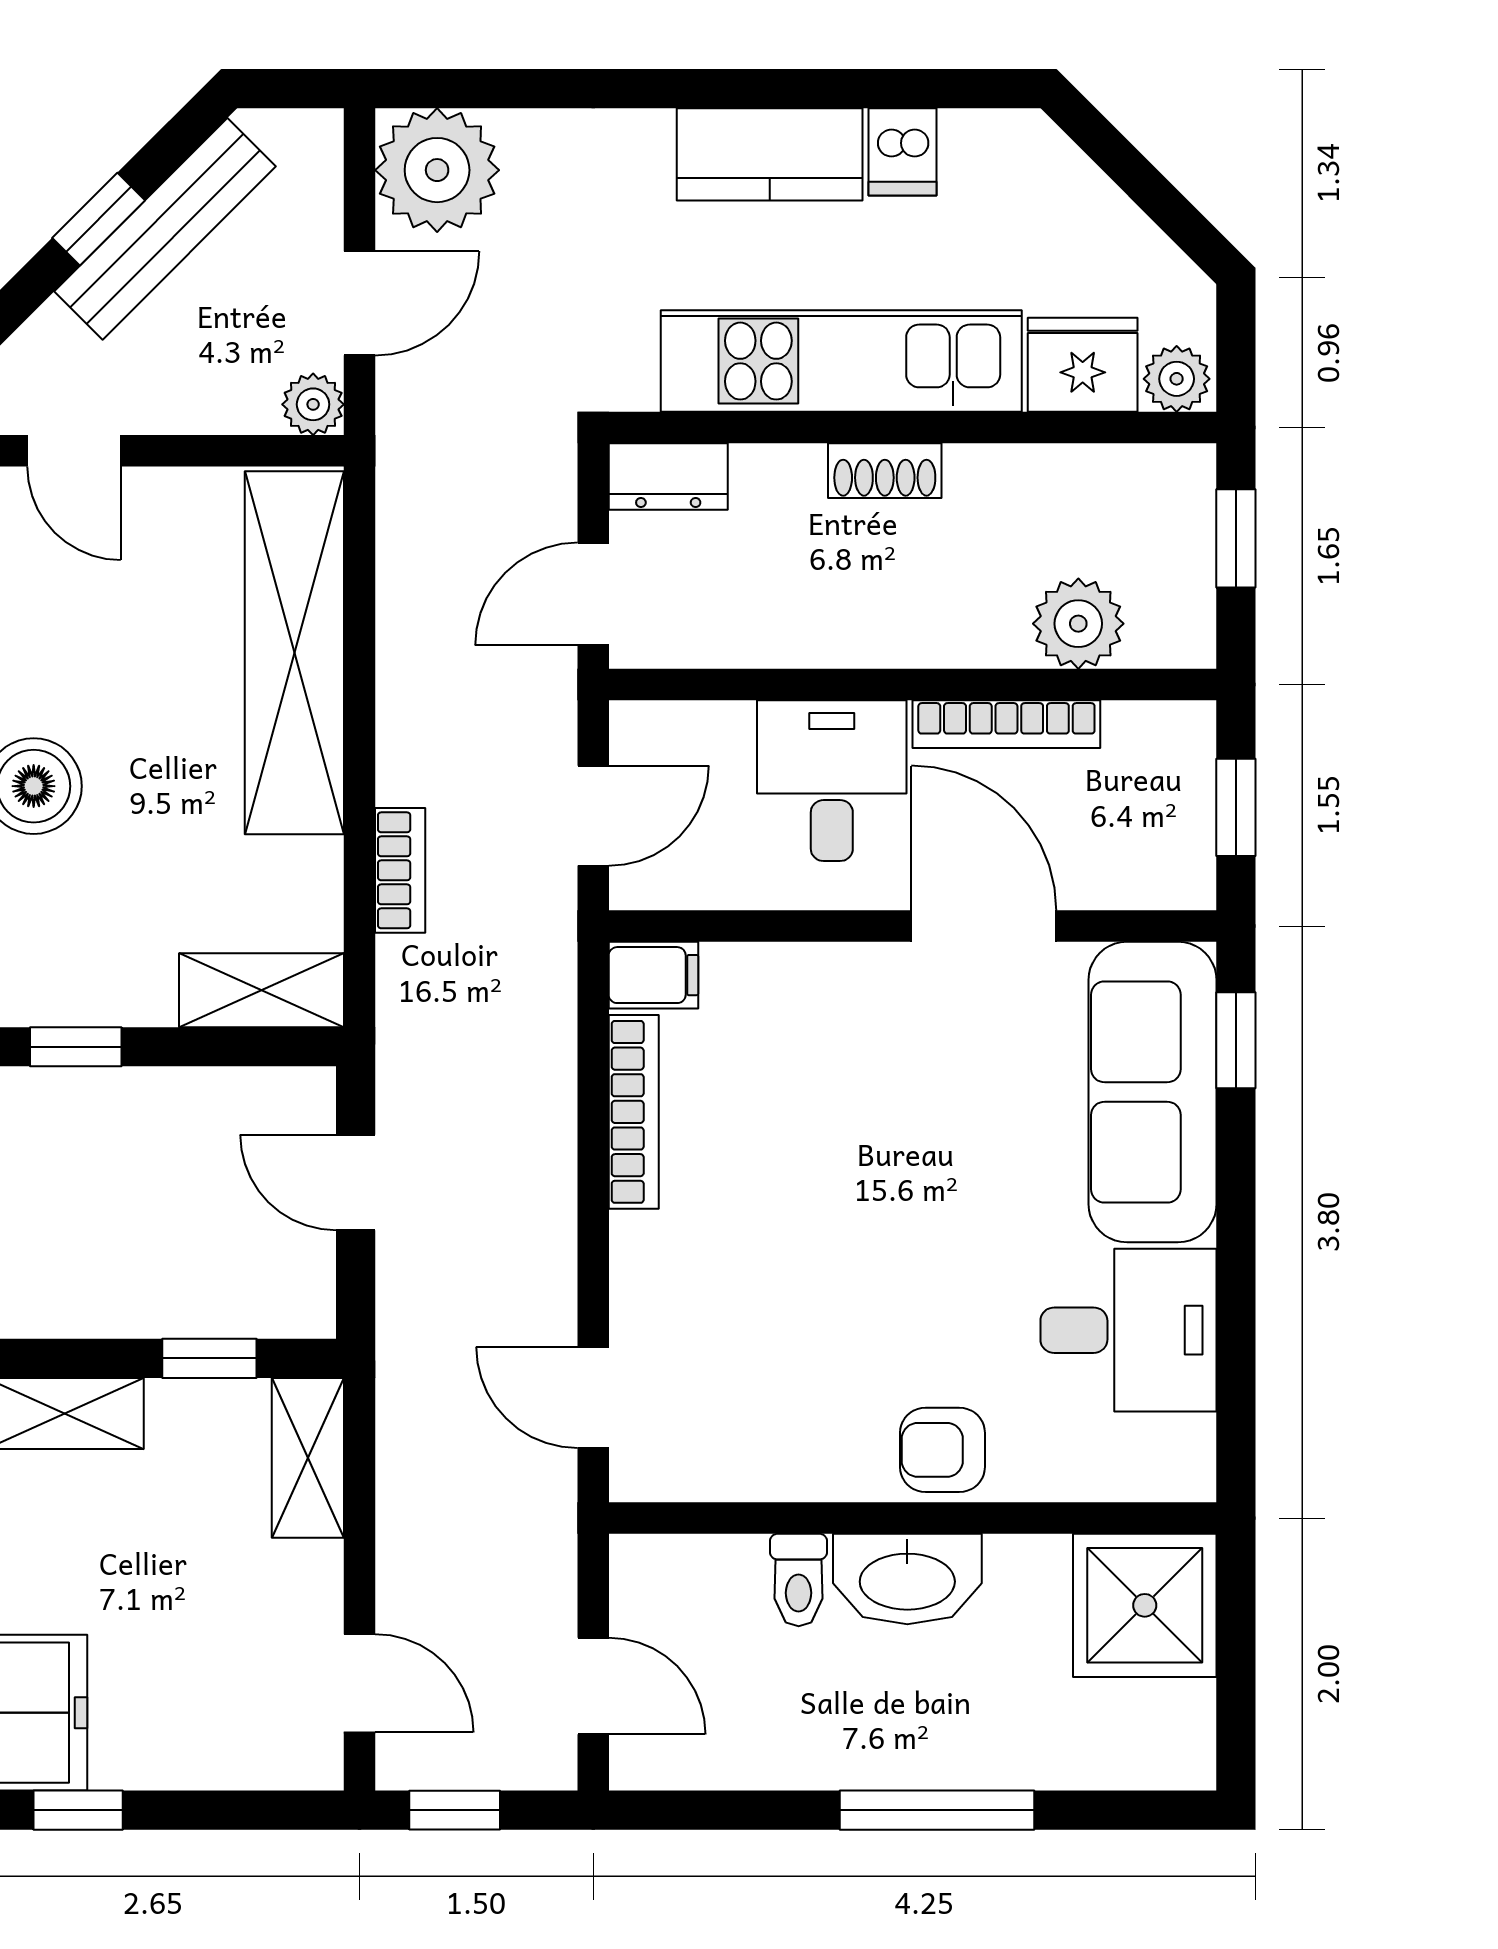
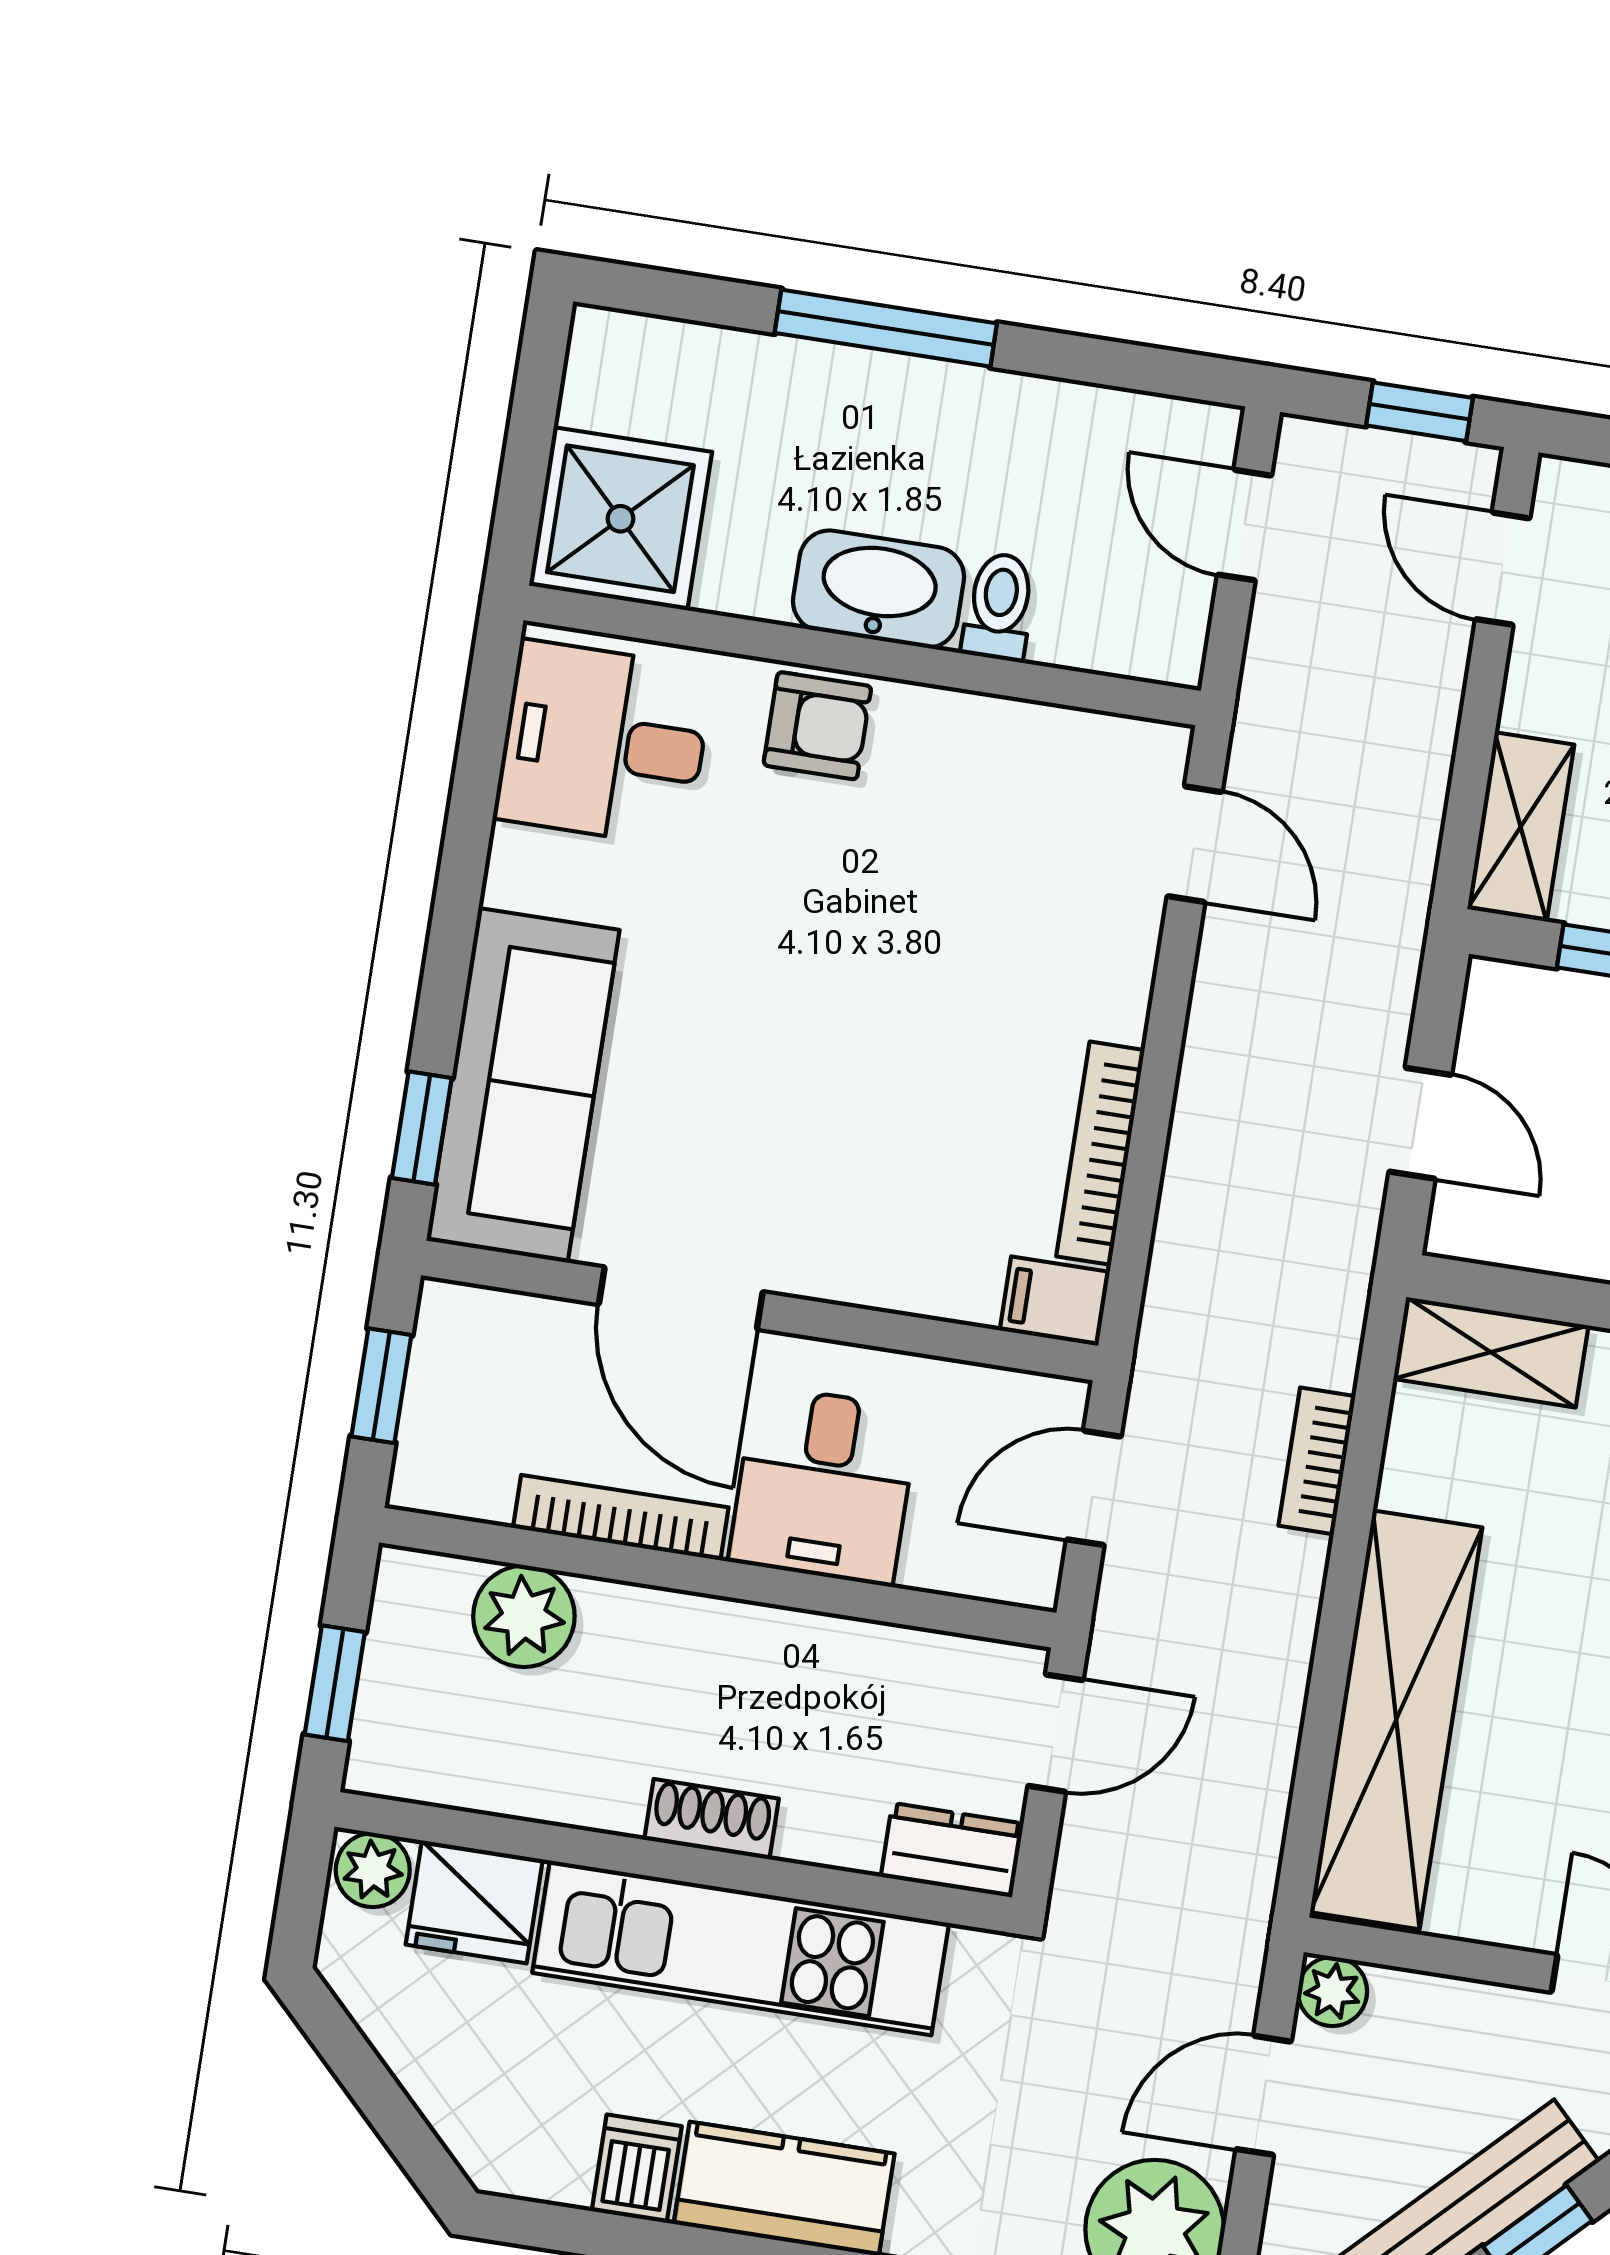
desk: (1128, 1330) -> (604, 743), moved

